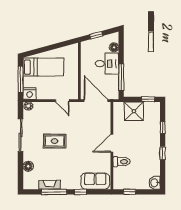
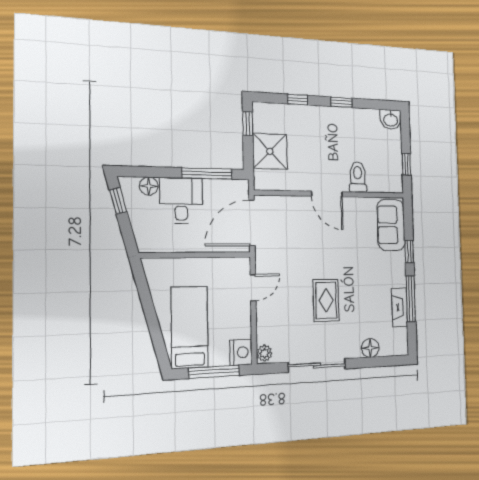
window: (96, 35) -> (118, 201), moved

